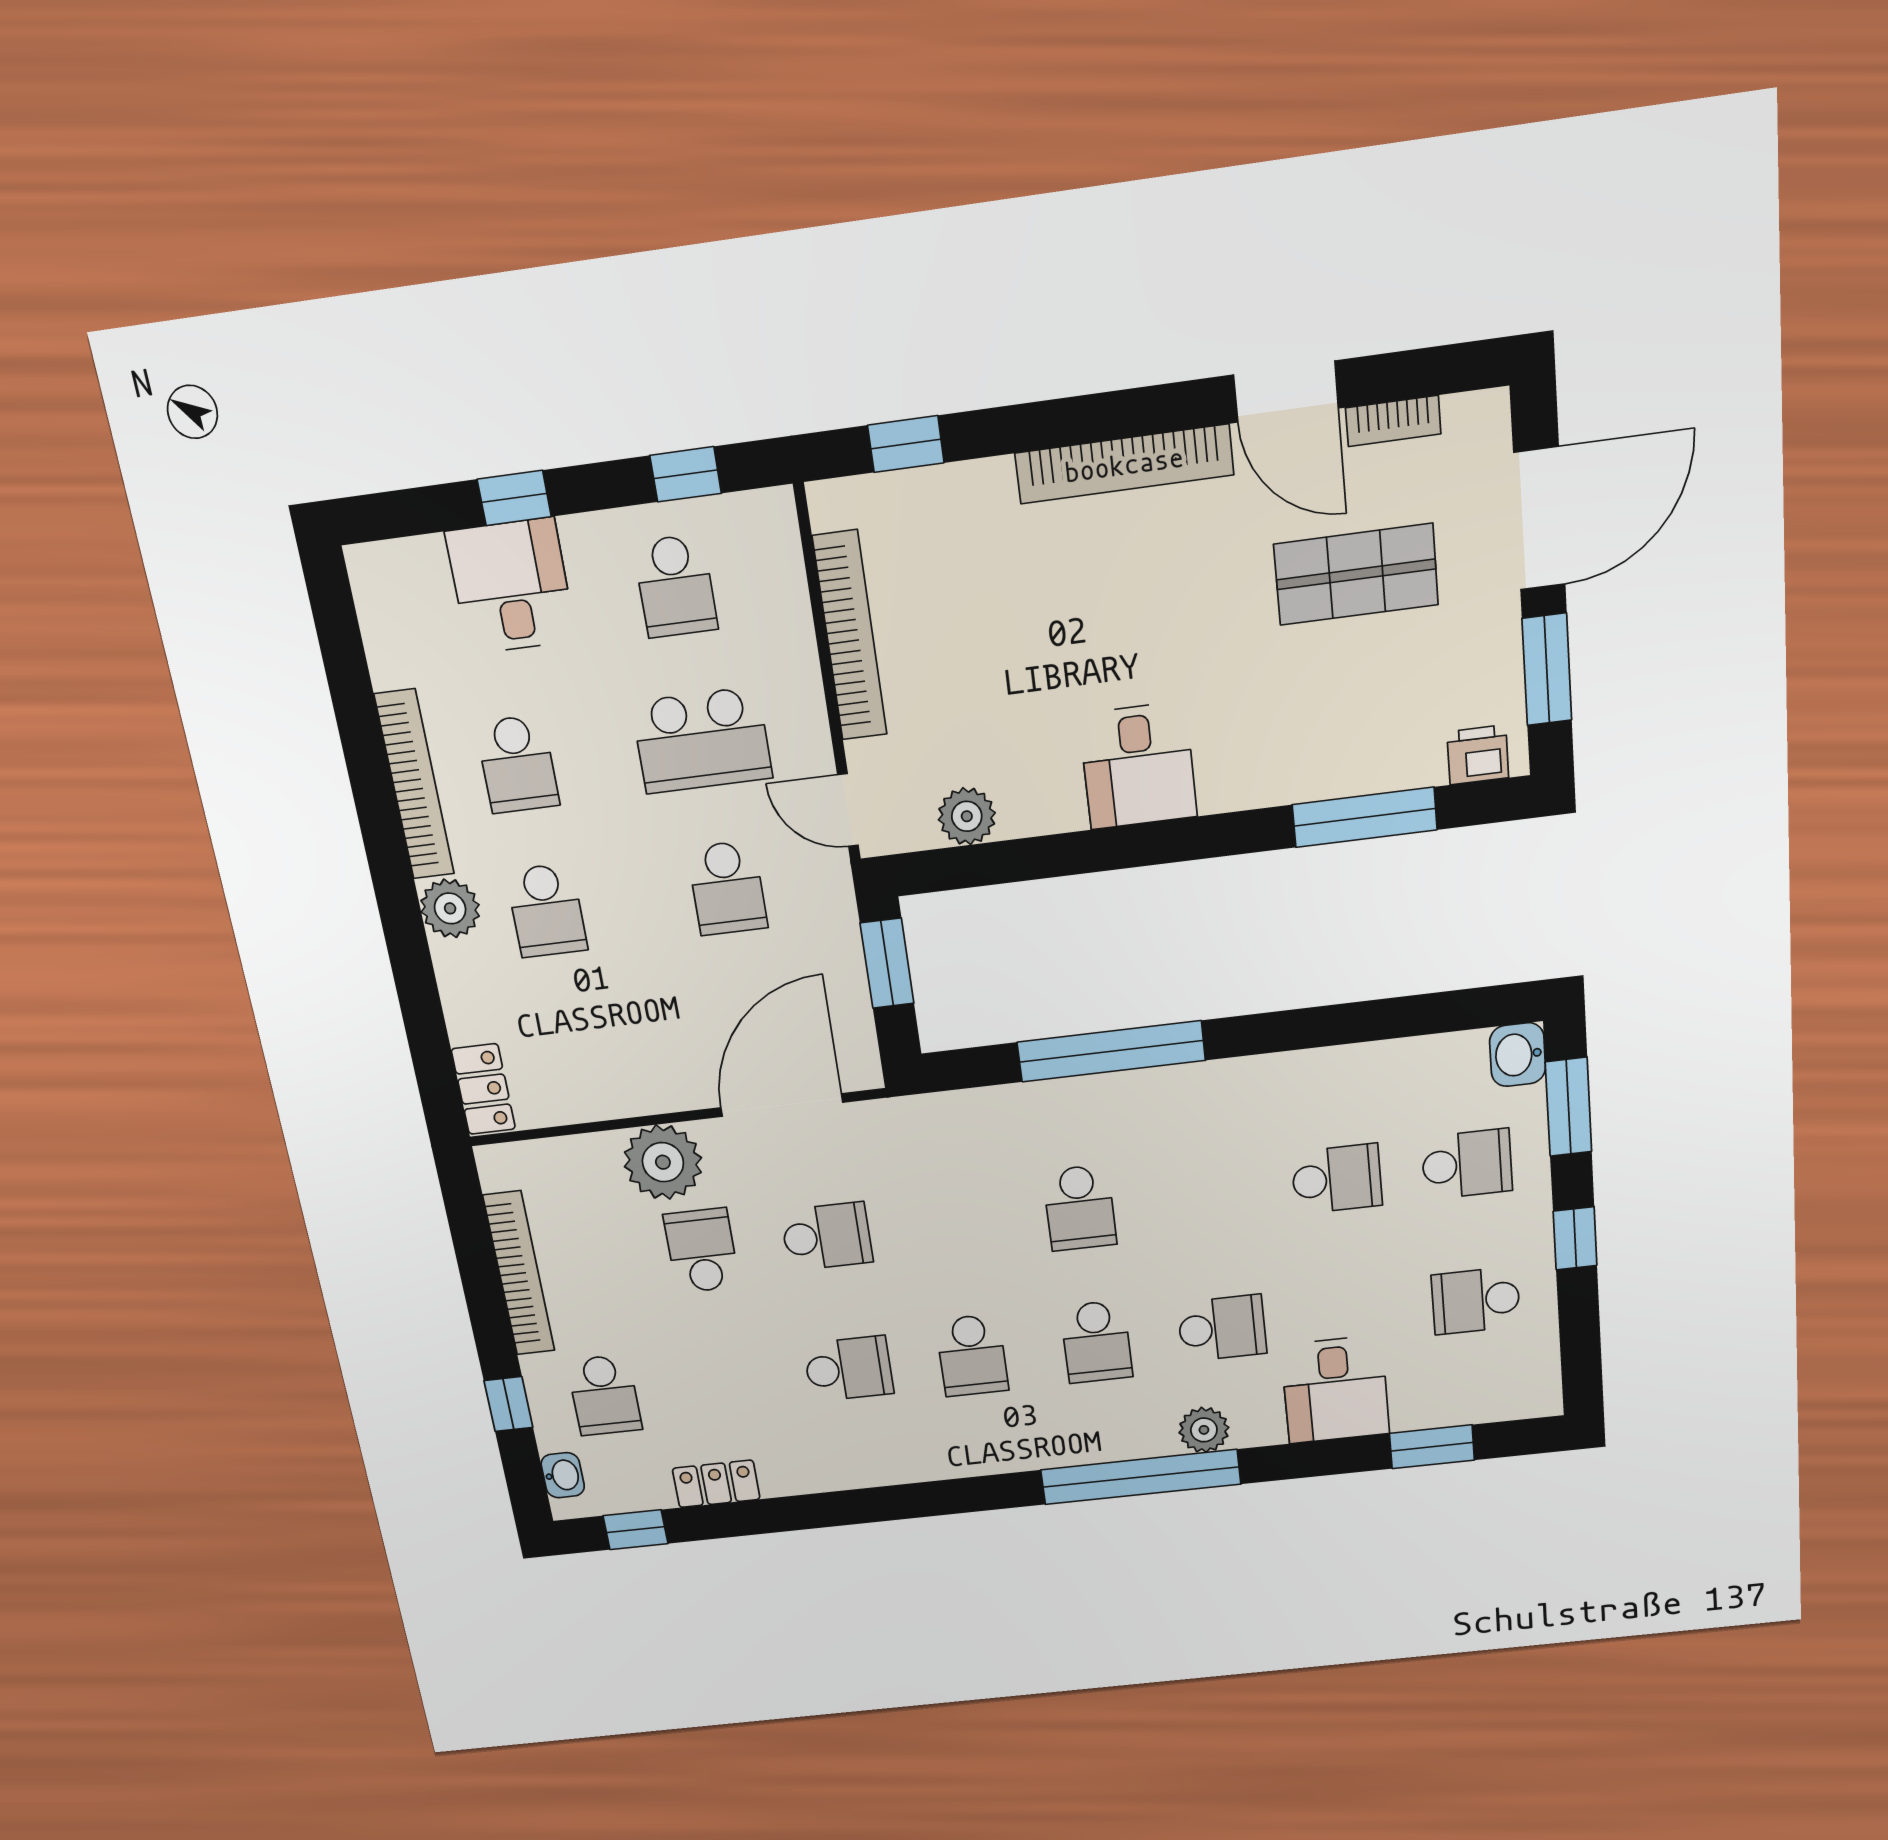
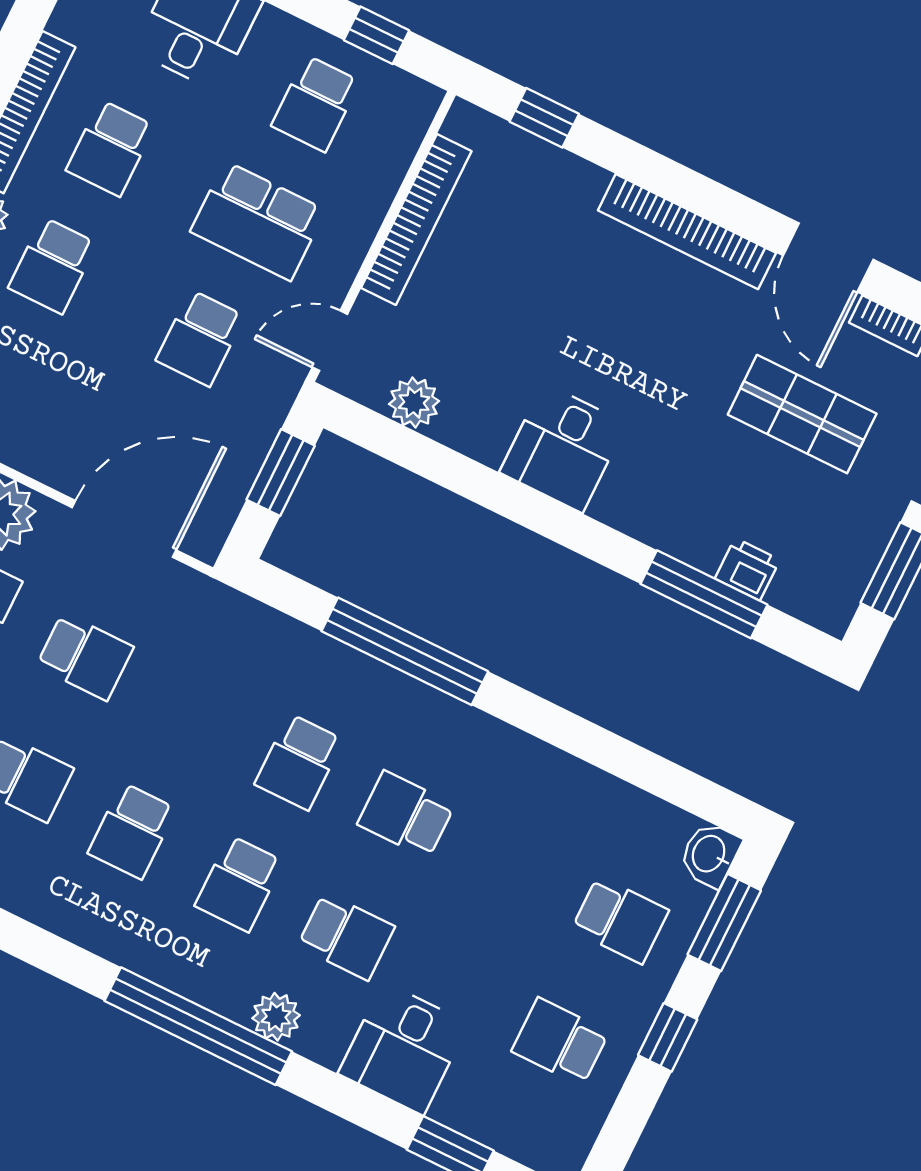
printer: (1478, 755) -> (747, 569), moved
door: (848, 810) -> (330, 341), hinge flipped
school desk: (1337, 1179) -> (406, 815), moved, turned 180

